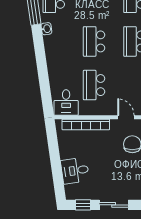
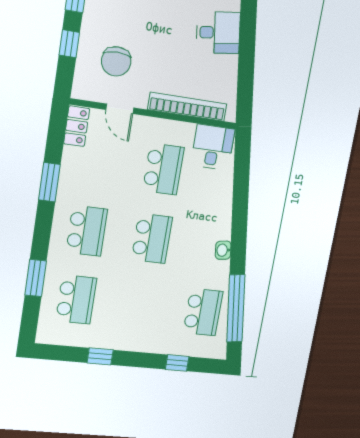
washbasin: (46, 29) -> (223, 250), moved

